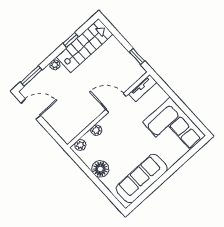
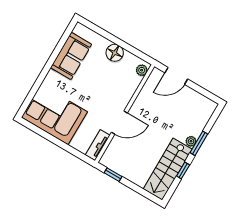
window: (31, 76) -> (199, 143), moved
door: (31, 109) -> (176, 76), moved
plant: (96, 130) -> (130, 90), removed
sofa: (142, 179) -> (71, 56), width x0.73

